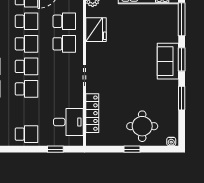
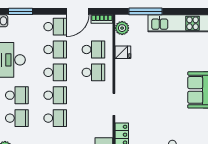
fridge: (96, 30) -> (123, 52), width x0.53, depth x0.75

